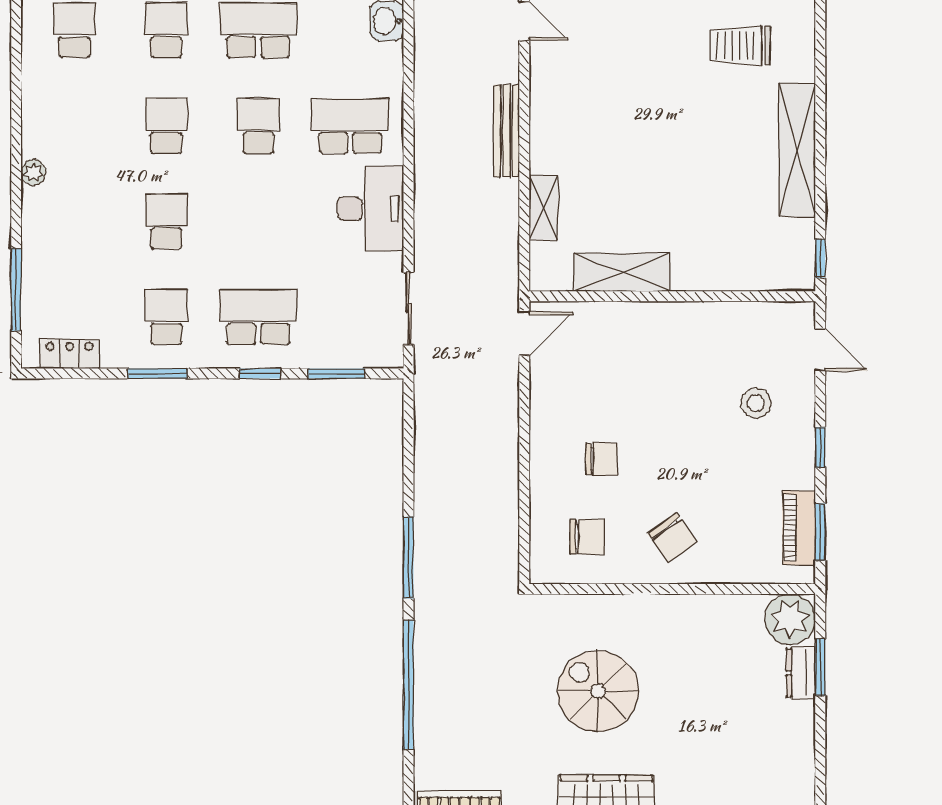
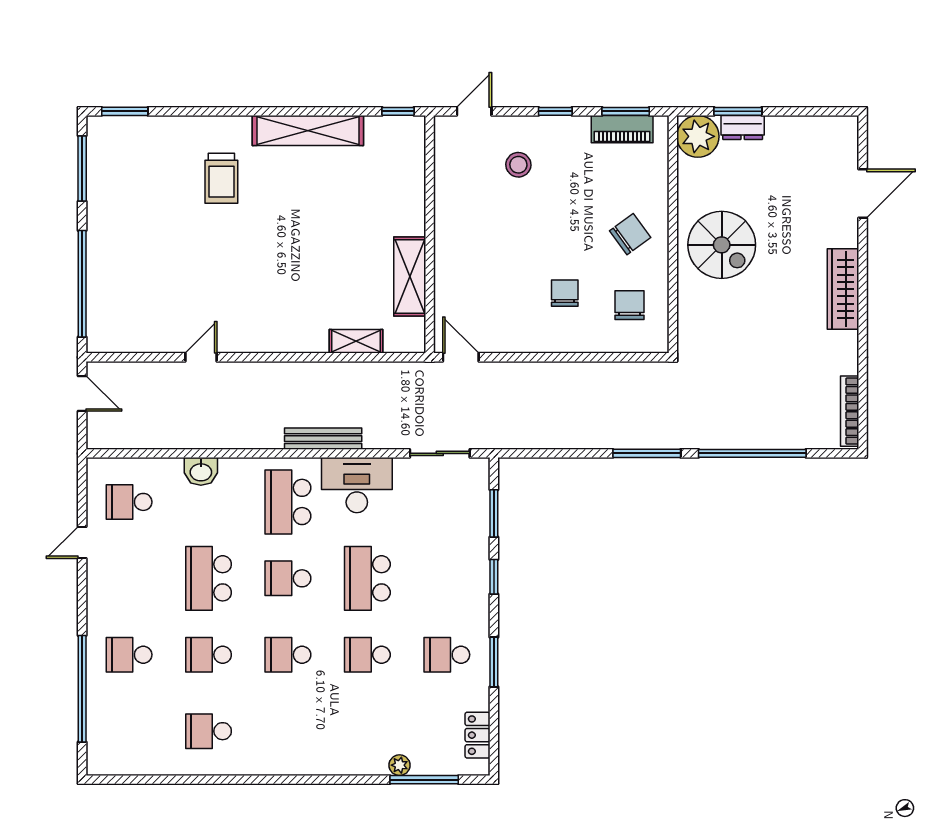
bench: (507, 131) -> (323, 439), moved
plant: (34, 172) -> (400, 765), moved
school desk: (258, 317) -> (367, 578), moved
spiral stairs: (598, 691) -> (722, 245), moved, turned -90

